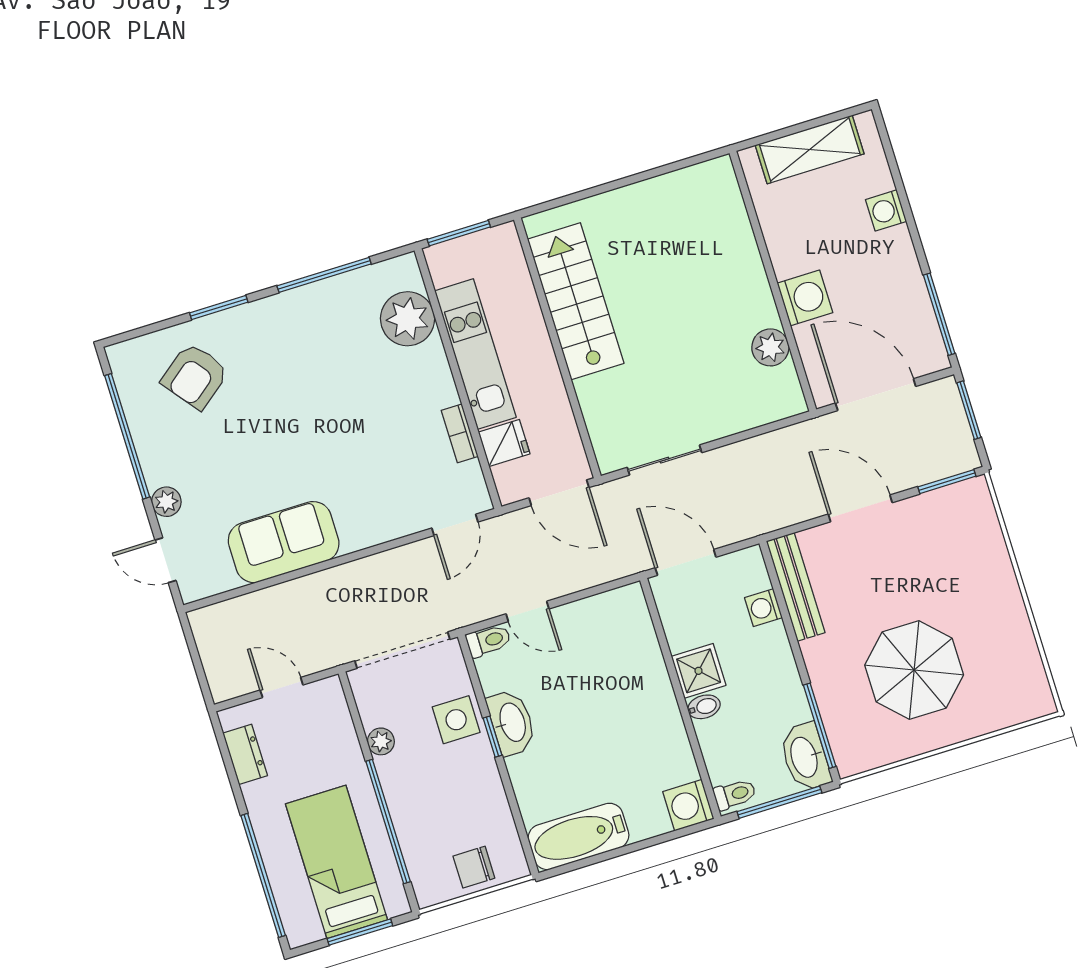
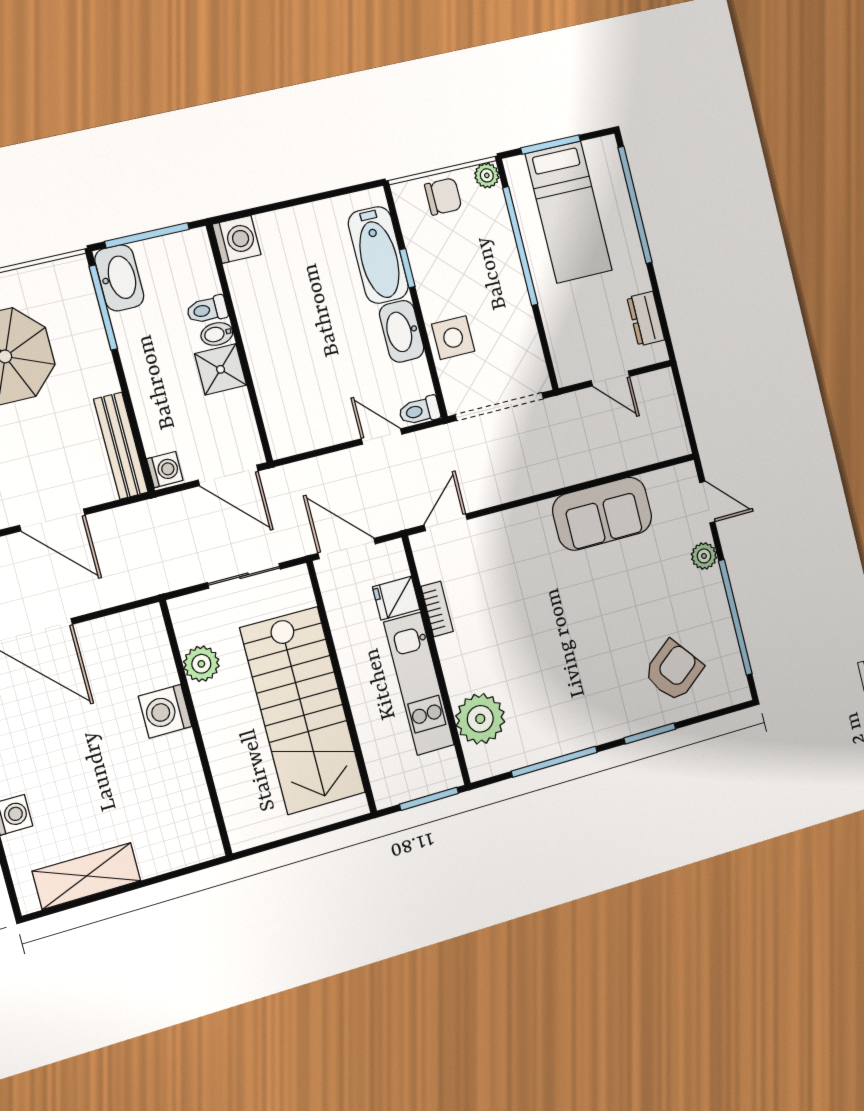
wall: (773, 281) -> (196, 728), moved
washing machine: (805, 298) -> (165, 711), moved
stairs: (576, 301) -> (303, 711), width x1.36, depth x1.51
plant: (770, 347) -> (201, 664), moved
washing machine: (763, 608) -> (165, 470), moved
window: (493, 737) -> (407, 268), moved
plant: (381, 741) -> (487, 175), moved
toilet: (735, 794) -> (207, 310), moved
bathtub: (579, 836) -> (378, 255), moved, turned 90

